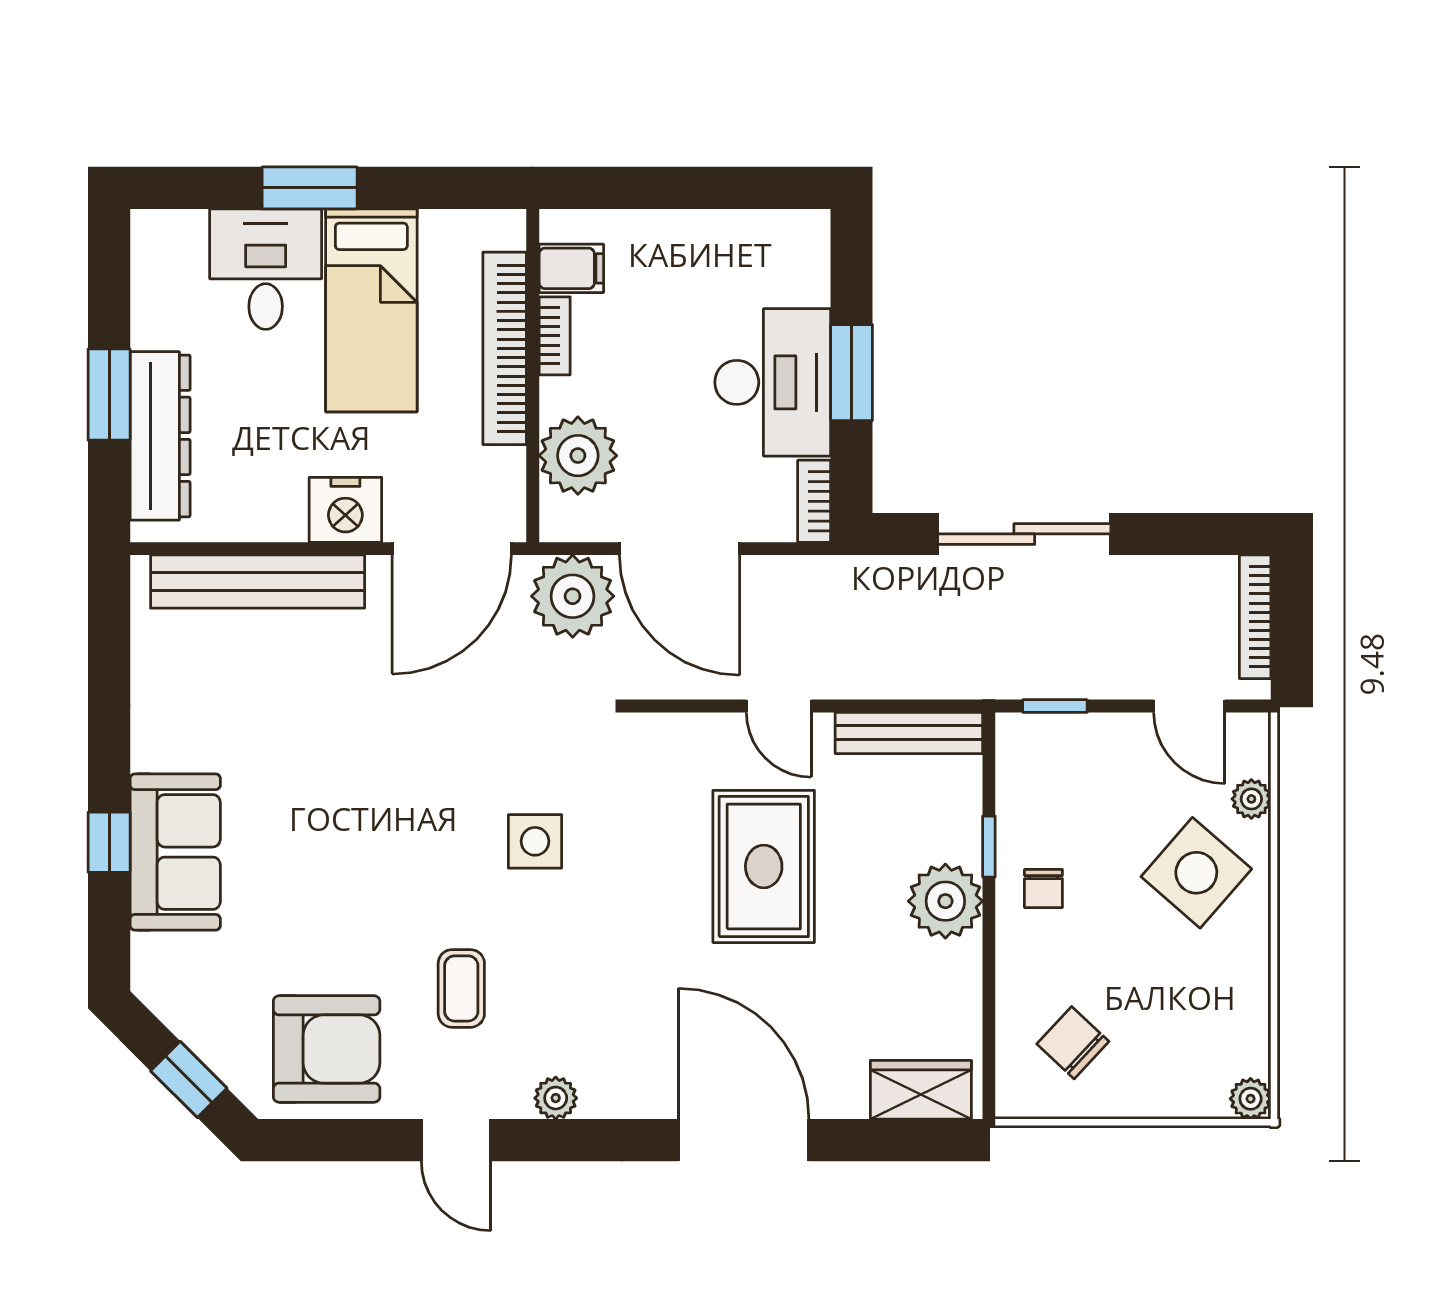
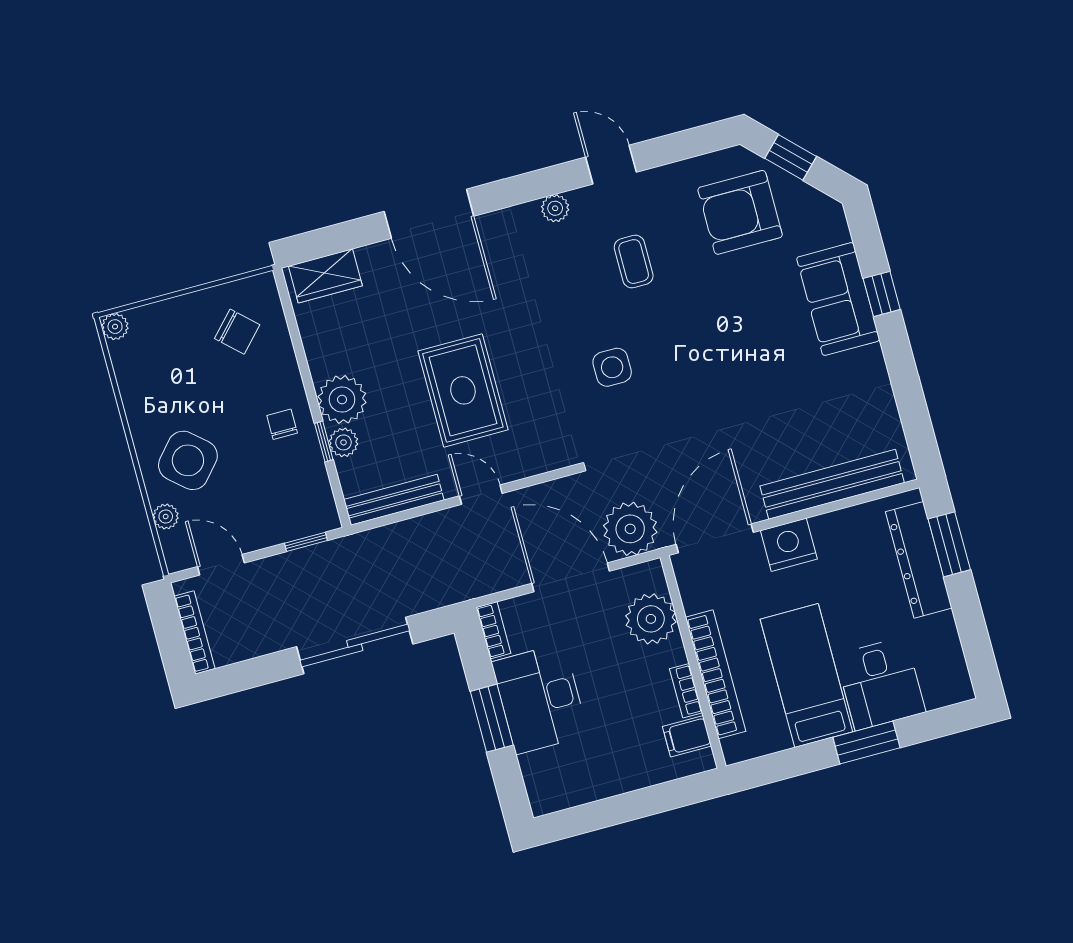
window: (109, 395) -> (949, 544), moved
plant: (960, 837) -> (343, 442), added
armchair: (327, 1049) -> (740, 212), moved

